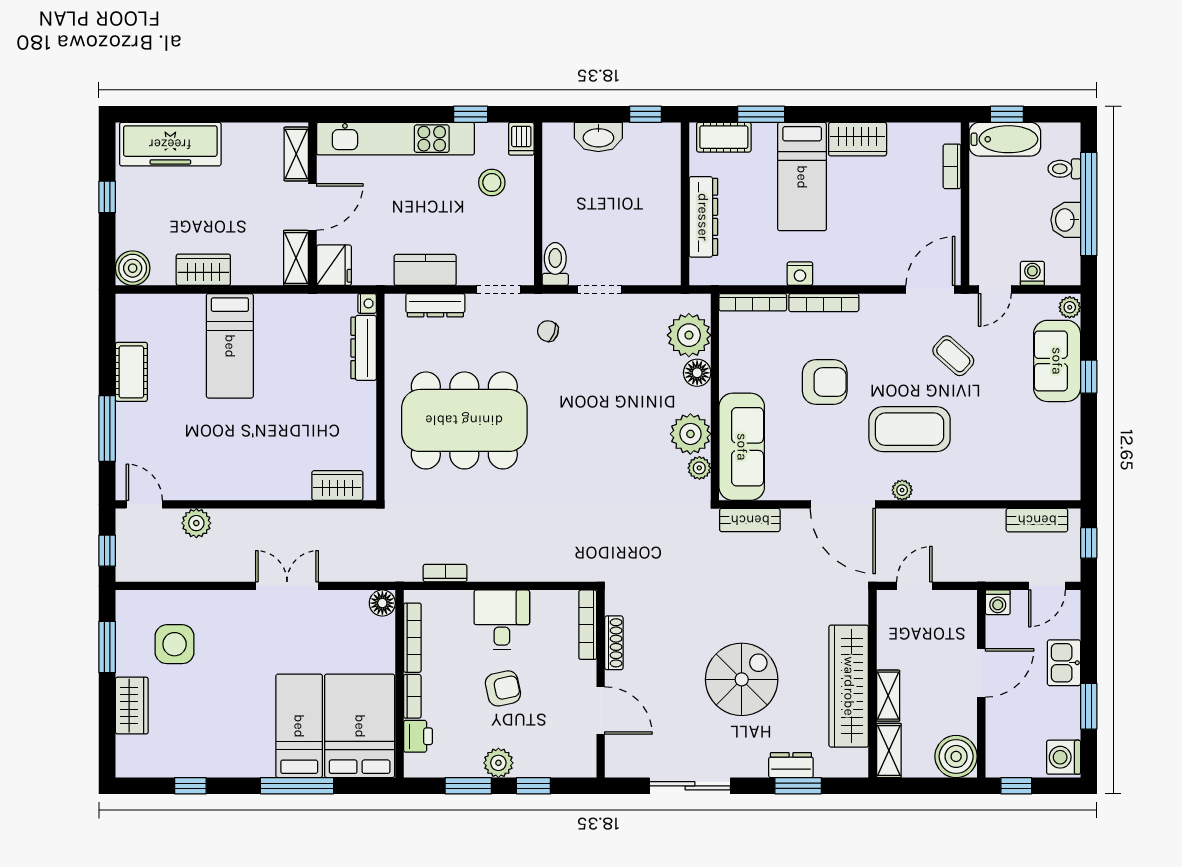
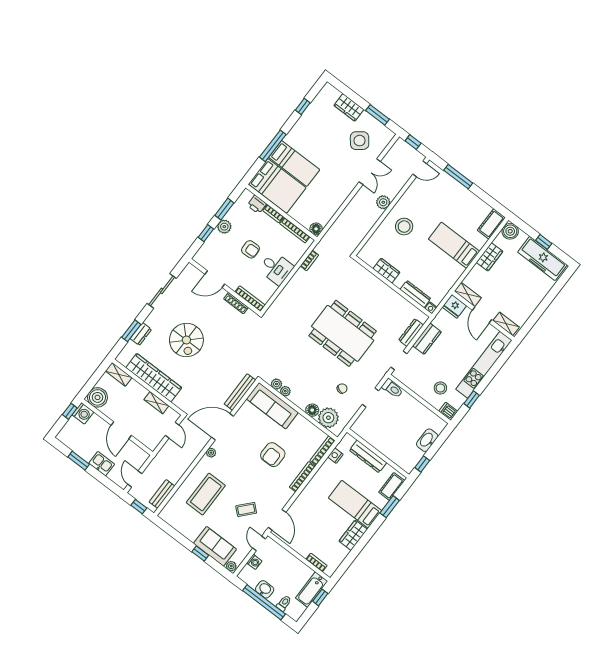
freezer: (170, 144) -> (542, 259), moved, turned -90
nightstand: (800, 274) -> (335, 456), moved
chair: (548, 331) -> (342, 389), moved
cot: (131, 372) -> (491, 224), moved, turned 90
dining table: (464, 420) -> (343, 333), moved, turned 90
coffee table: (910, 429) -> (206, 494), moved
plant: (690, 434) -> (285, 391), width x0.53, depth x0.53
stool: (263, 456) -> (404, 227), added
wardrobe: (337, 485) -> (386, 271), moved, turned -90
bench: (750, 520) -> (240, 392), width x1.36
plant: (196, 523) -> (383, 202), moved
double door: (287, 586) -> (370, 172), moved
washing machine: (998, 602) -> (143, 456), removed
side table: (175, 644) -> (360, 141), turned -38
armchair: (503, 688) -> (250, 249), turned -80
shelving: (888, 696) -> (156, 403), moved
washing machine: (1064, 757) -> (83, 413), moved, turned 90

